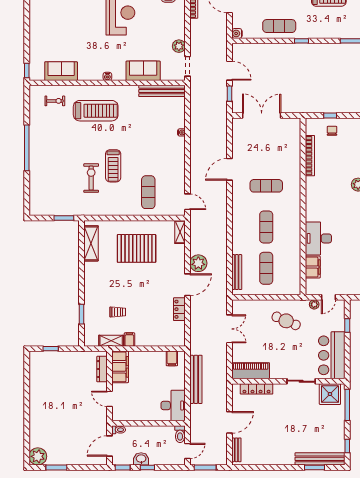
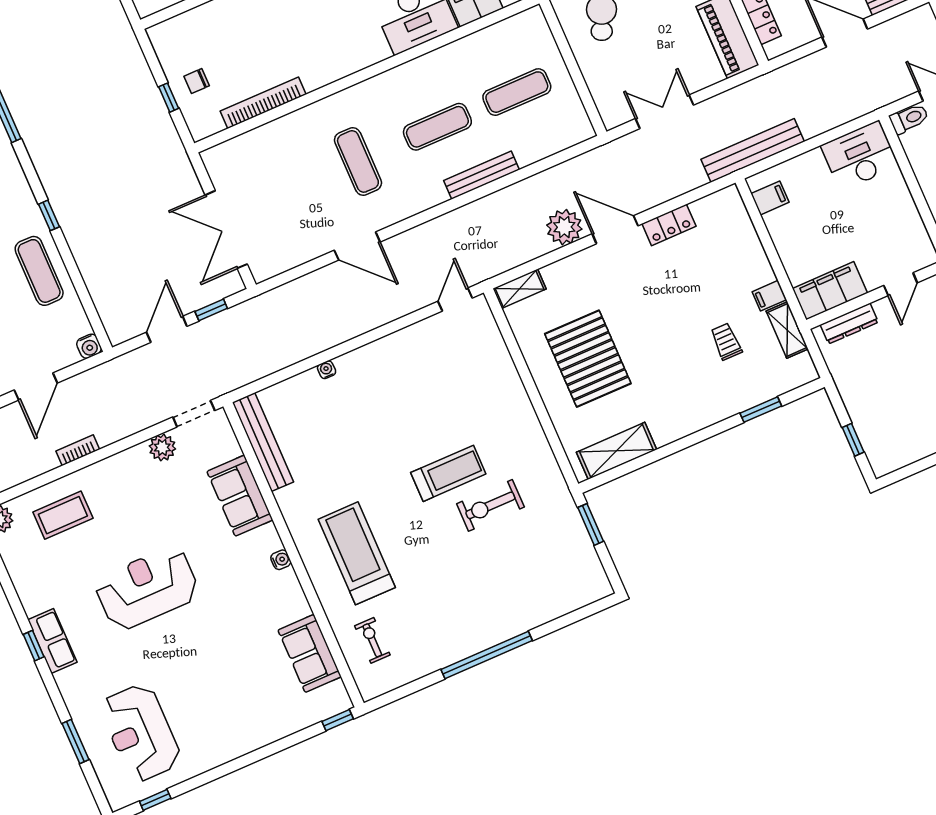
exercise mat: (148, 192) -> (470, 383), removed
bench: (237, 272) -> (481, 175), moved
bench: (196, 379) -> (753, 150), moved

